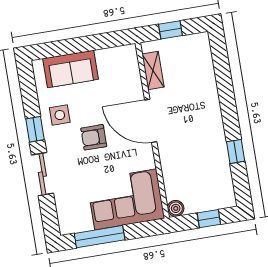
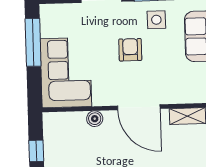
door: (151, 121) -> (139, 107), swing flipped
boiler: (176, 208) -> (95, 119), moved

